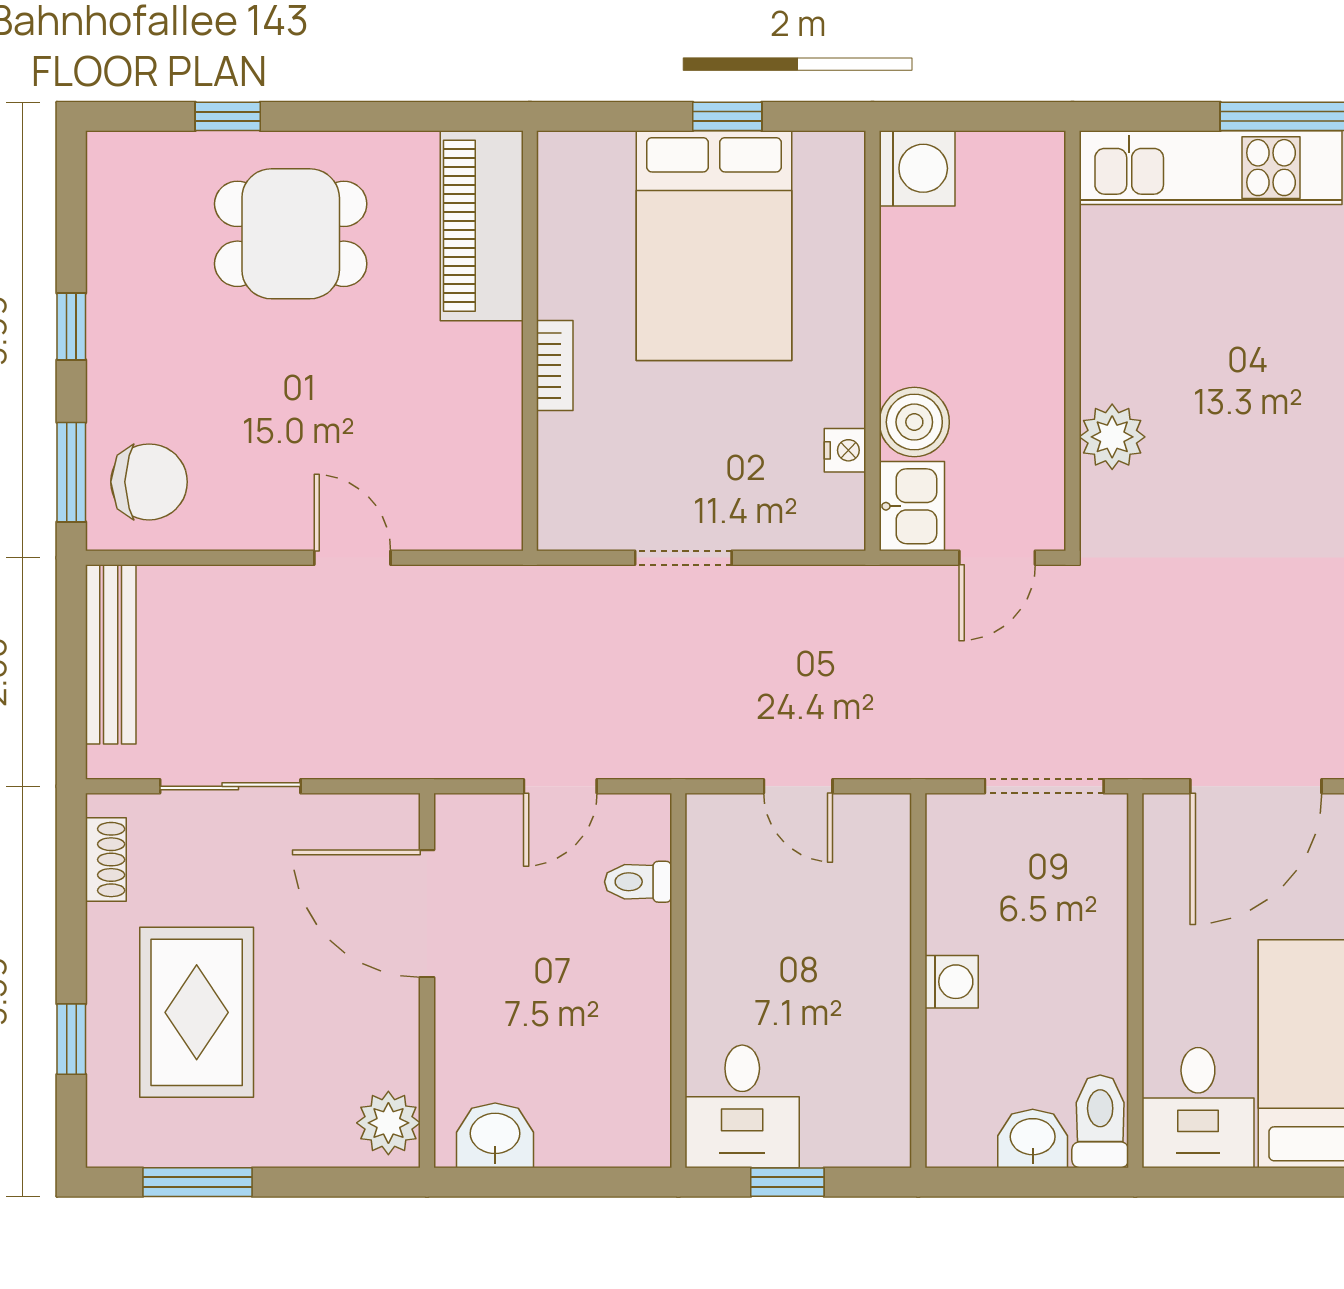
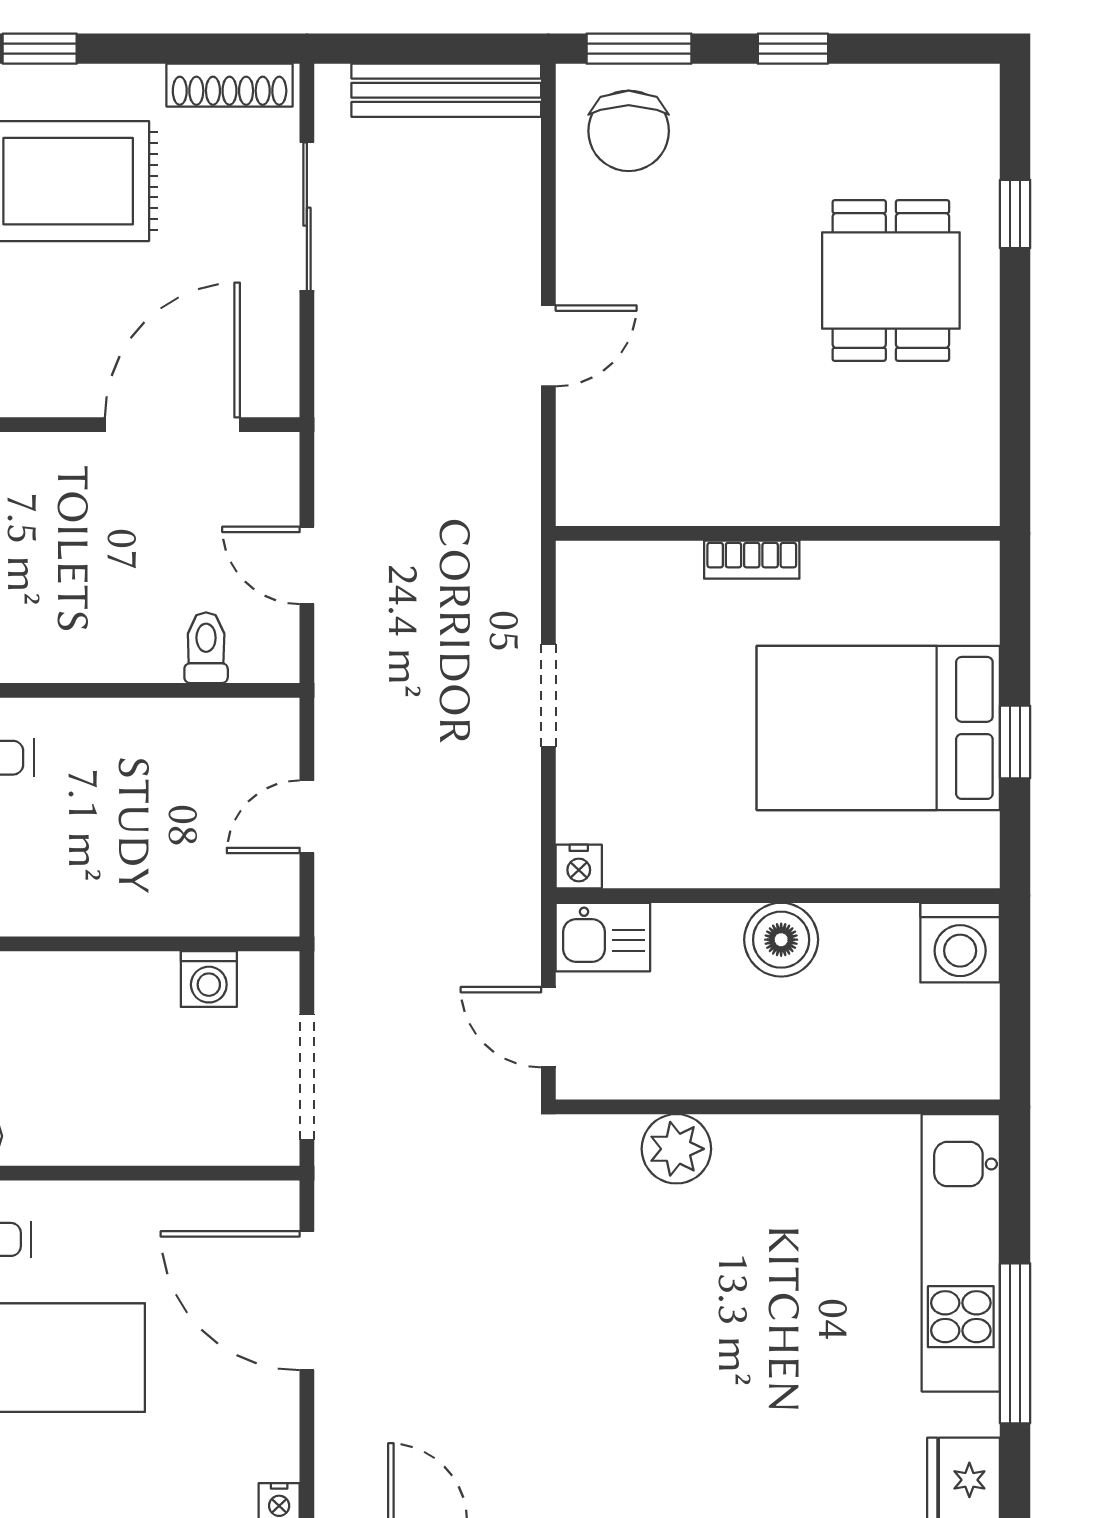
piano: (482, 226) -> (899, 482), removed
boiler: (914, 422) -> (781, 940), moved
nightstand: (845, 450) -> (579, 866), moved
shoe rack: (106, 860) -> (230, 85), width x1.43
washing machine: (952, 982) -> (209, 979), moved

